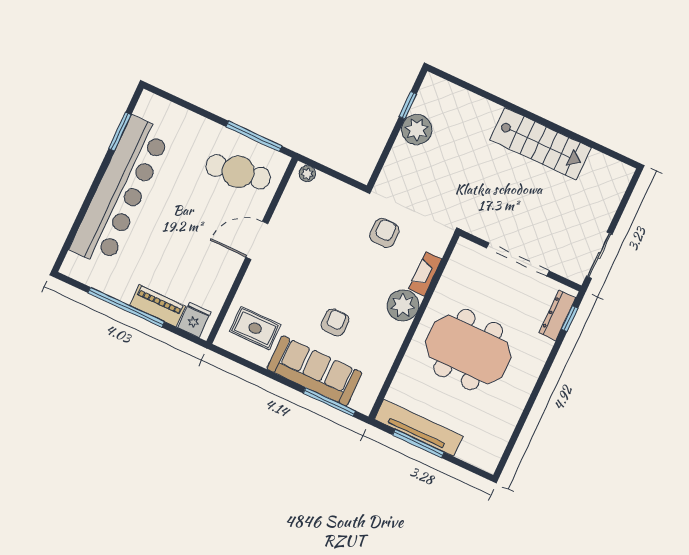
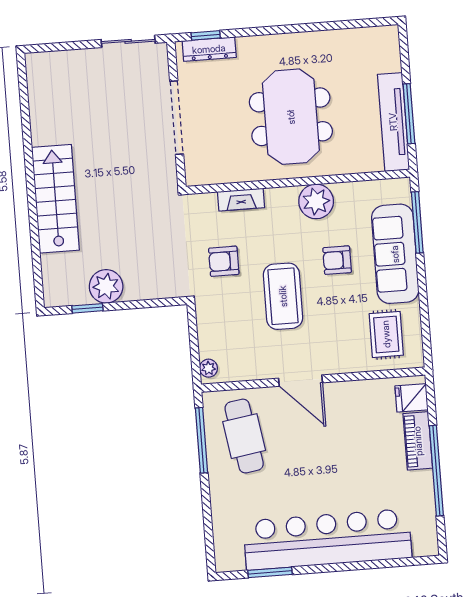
stairs: (541, 144) -> (55, 199), moved
coffee table: (331, 264) -> (283, 296), added
plant: (403, 305) -> (316, 201), moved

